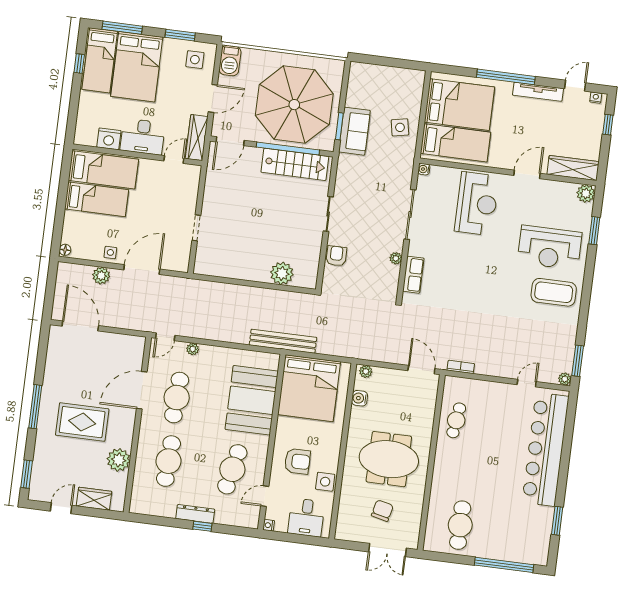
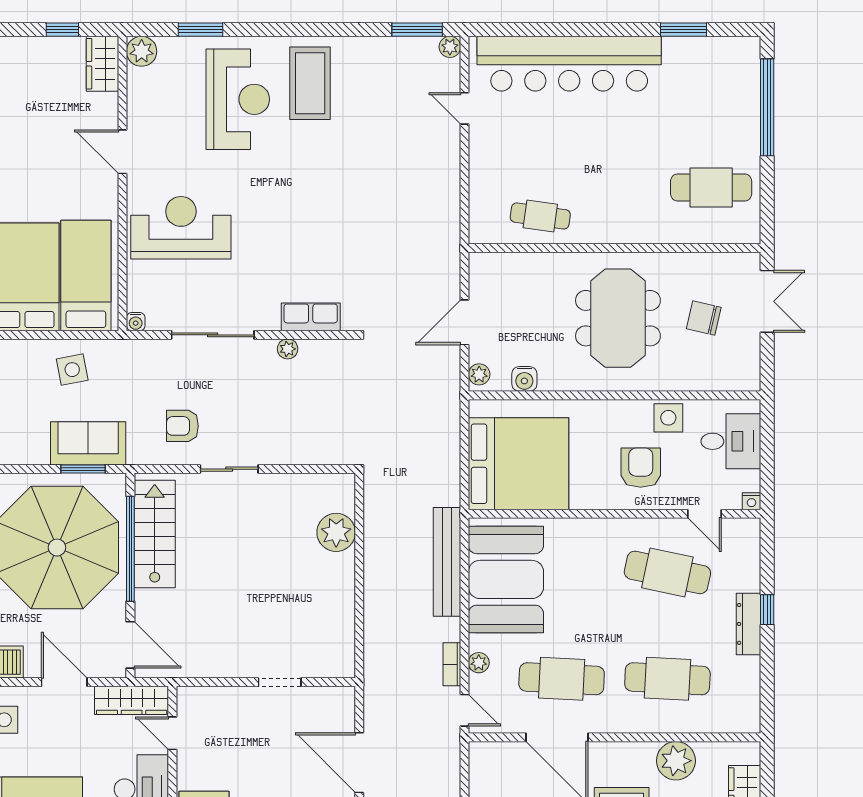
window: (608, 125) -> (62, 30), moved
wardrobe: (573, 168) -> (102, 64), width x0.67
armchair: (336, 256) -> (182, 426), moved
bench: (283, 341) -> (447, 562), moved
bookcase: (461, 367) -> (452, 664), moved
door: (421, 370) -> (465, 322), moved
booth: (252, 400) -> (506, 579), moved, turned 90

